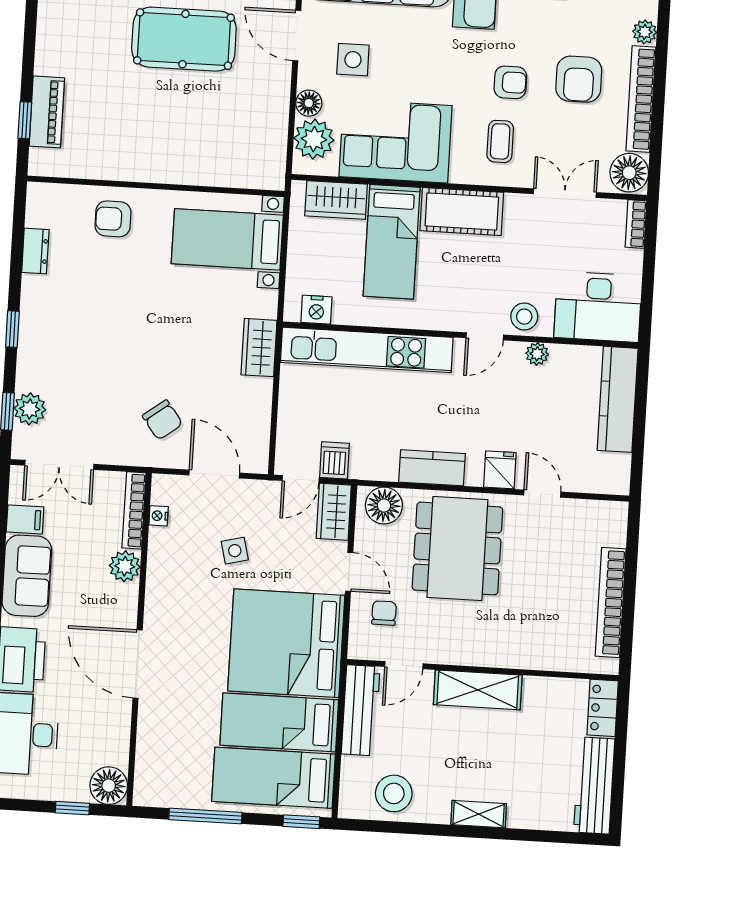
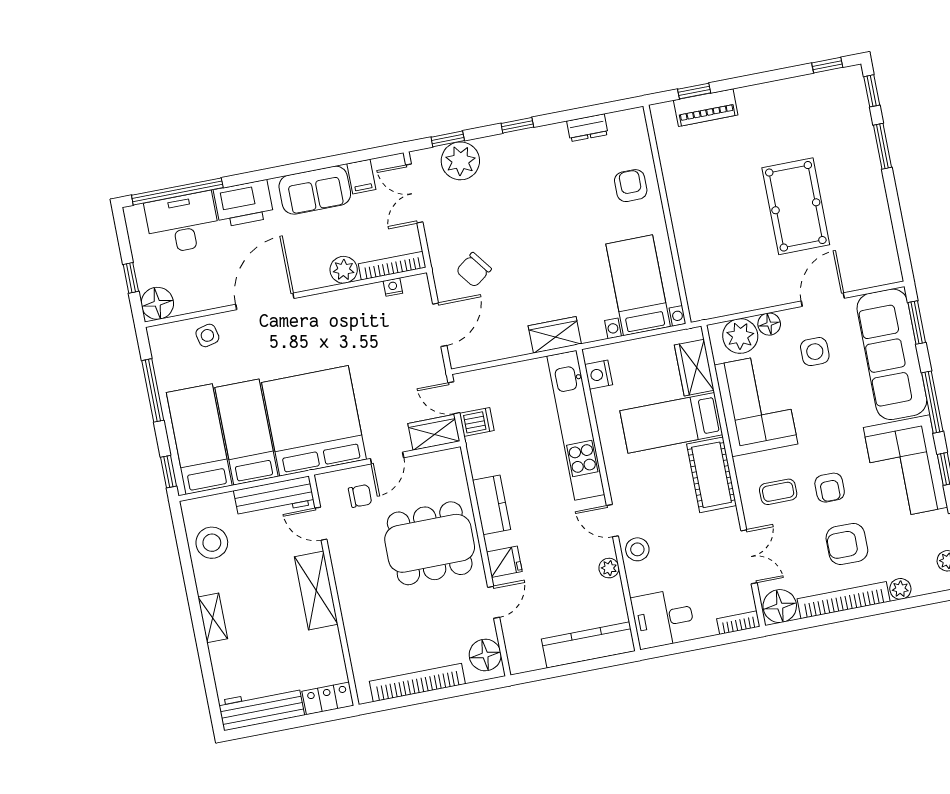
desk: (598, 307) -> (663, 618), width x0.73
plant: (30, 409) -> (460, 161), width x1.36, depth x1.36
floor lamp: (384, 506) -> (485, 655), moved
side table: (235, 551) -> (207, 335), moved

